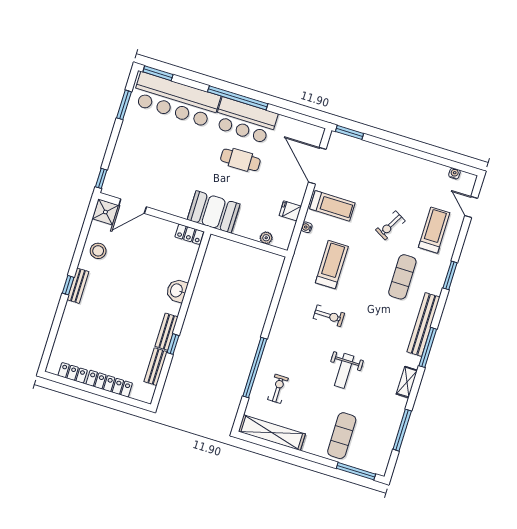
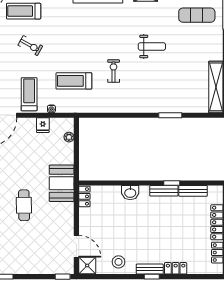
cafe table: (240, 160) -> (24, 205), moved
exercise mat: (402, 277) -> (67, 24), removed
locker: (69, 317) -> (176, 268), added
window: (255, 367) -> (170, 115), width x0.47
exercise bike: (278, 389) -> (181, 93), removed
exercise mat: (342, 436) -> (197, 15), moved

